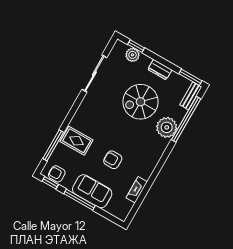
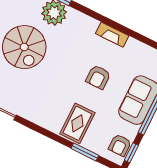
window: (53, 145) -> (85, 152), width x0.69
fireplace: (137, 190) -> (112, 35), moved

